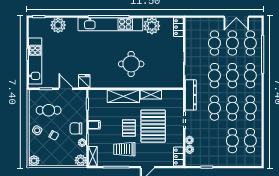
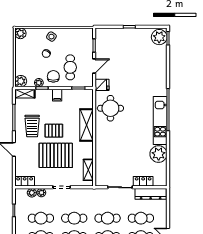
kitchen unit: (110, 24) -> (160, 121), width x0.73
plant: (58, 25) -> (159, 37), moved
locker: (178, 27) -> (143, 181), moved
kitchen unit: (35, 61) -> (122, 35), removed
round table: (131, 64) -> (110, 108), moved
shelving: (151, 94) -> (88, 170), moved
dresser: (191, 95) -> (151, 194), moved
cafe table: (49, 110) -> (70, 67), moved
cafe table: (214, 141) -> (41, 218), added
trolley: (124, 149) -> (32, 126), turned 180

